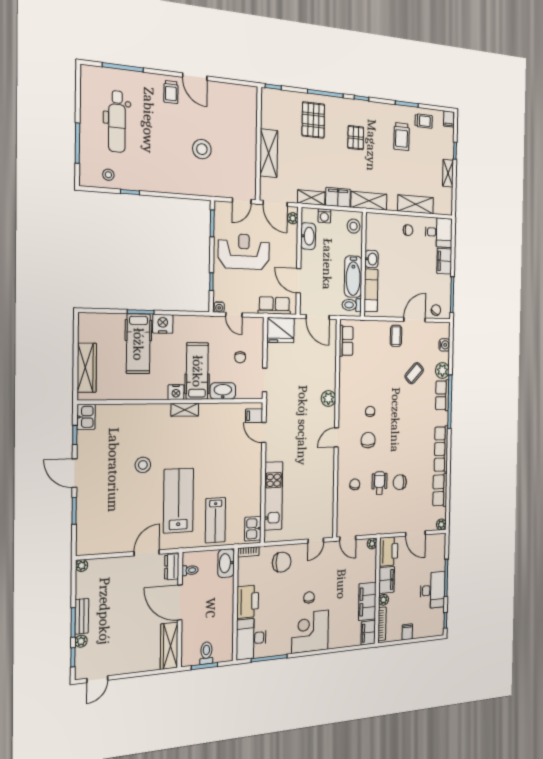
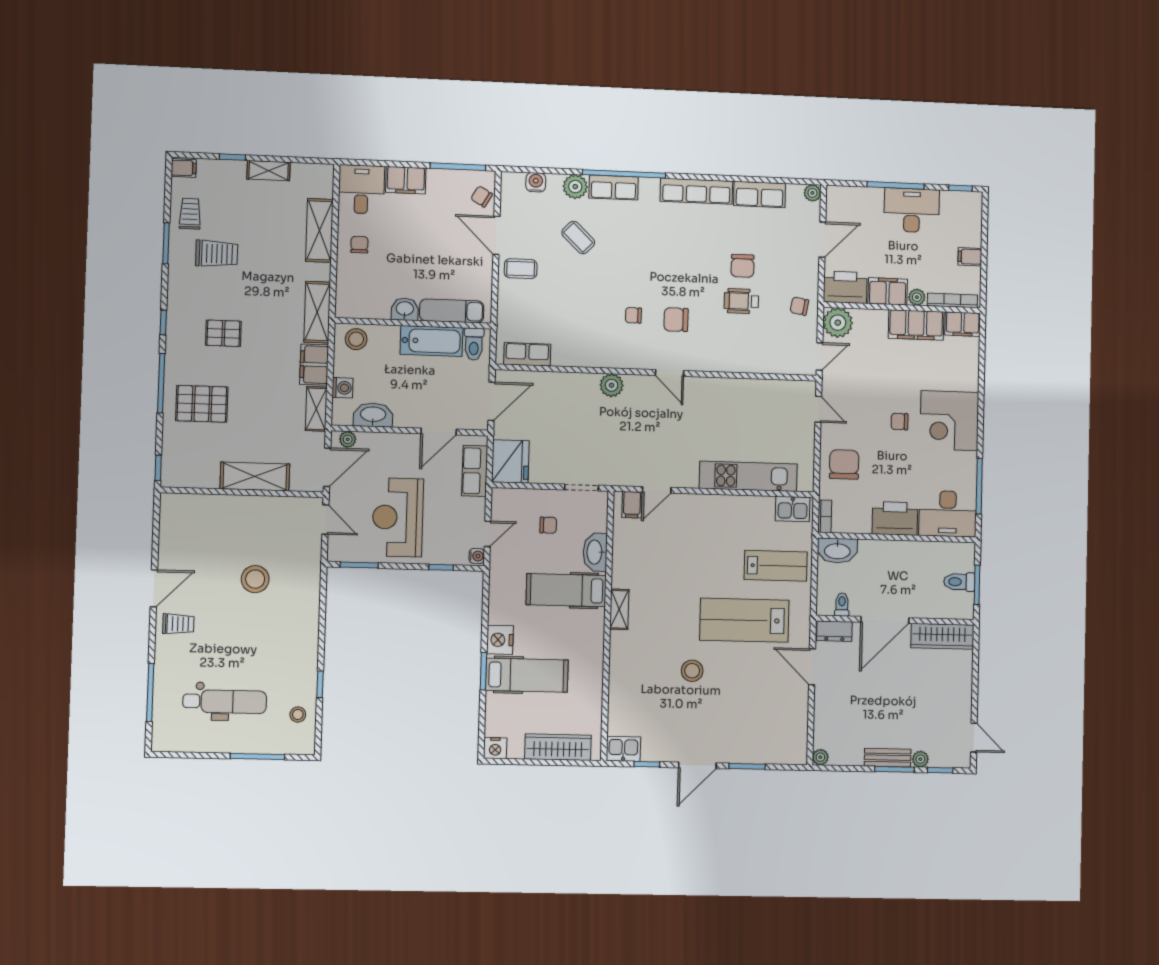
nightstand: (176, 392) -> (495, 748), moved, turned 90
chair: (355, 484) -> (799, 306), moved
plant: (372, 544) -> (838, 323), width x1.88, depth x1.88

